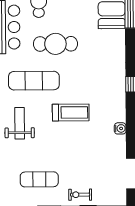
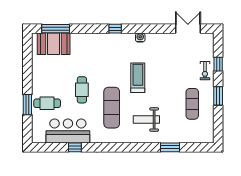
cafe table: (55, 44) -> (82, 90), width x0.73, depth x0.74
water cooler: (120, 128) -> (140, 38), moved

